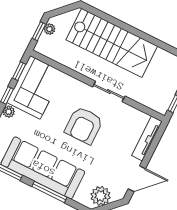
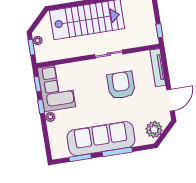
armchair: (84, 125) -> (121, 85), moved, turned 180

